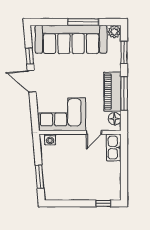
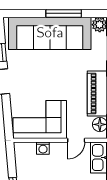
washing machine: (50, 139) -> (43, 148), moved

